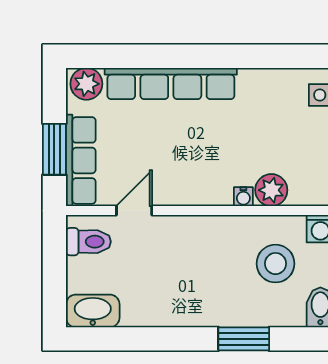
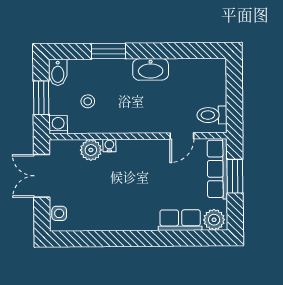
row of seats: (171, 83) -> (180, 220), width x0.50
stool: (276, 264) -> (88, 101), width x0.53, depth x0.53
washbasin: (93, 311) -> (151, 69), moved

